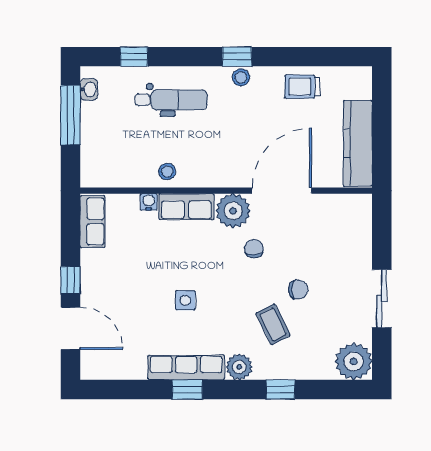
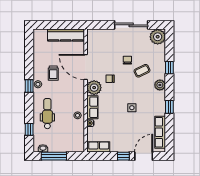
trolley: (302, 87) -> (53, 73), moved
sliding door: (382, 299) -> (131, 25), width x1.37
row of seats: (186, 367) -> (160, 132), moved

